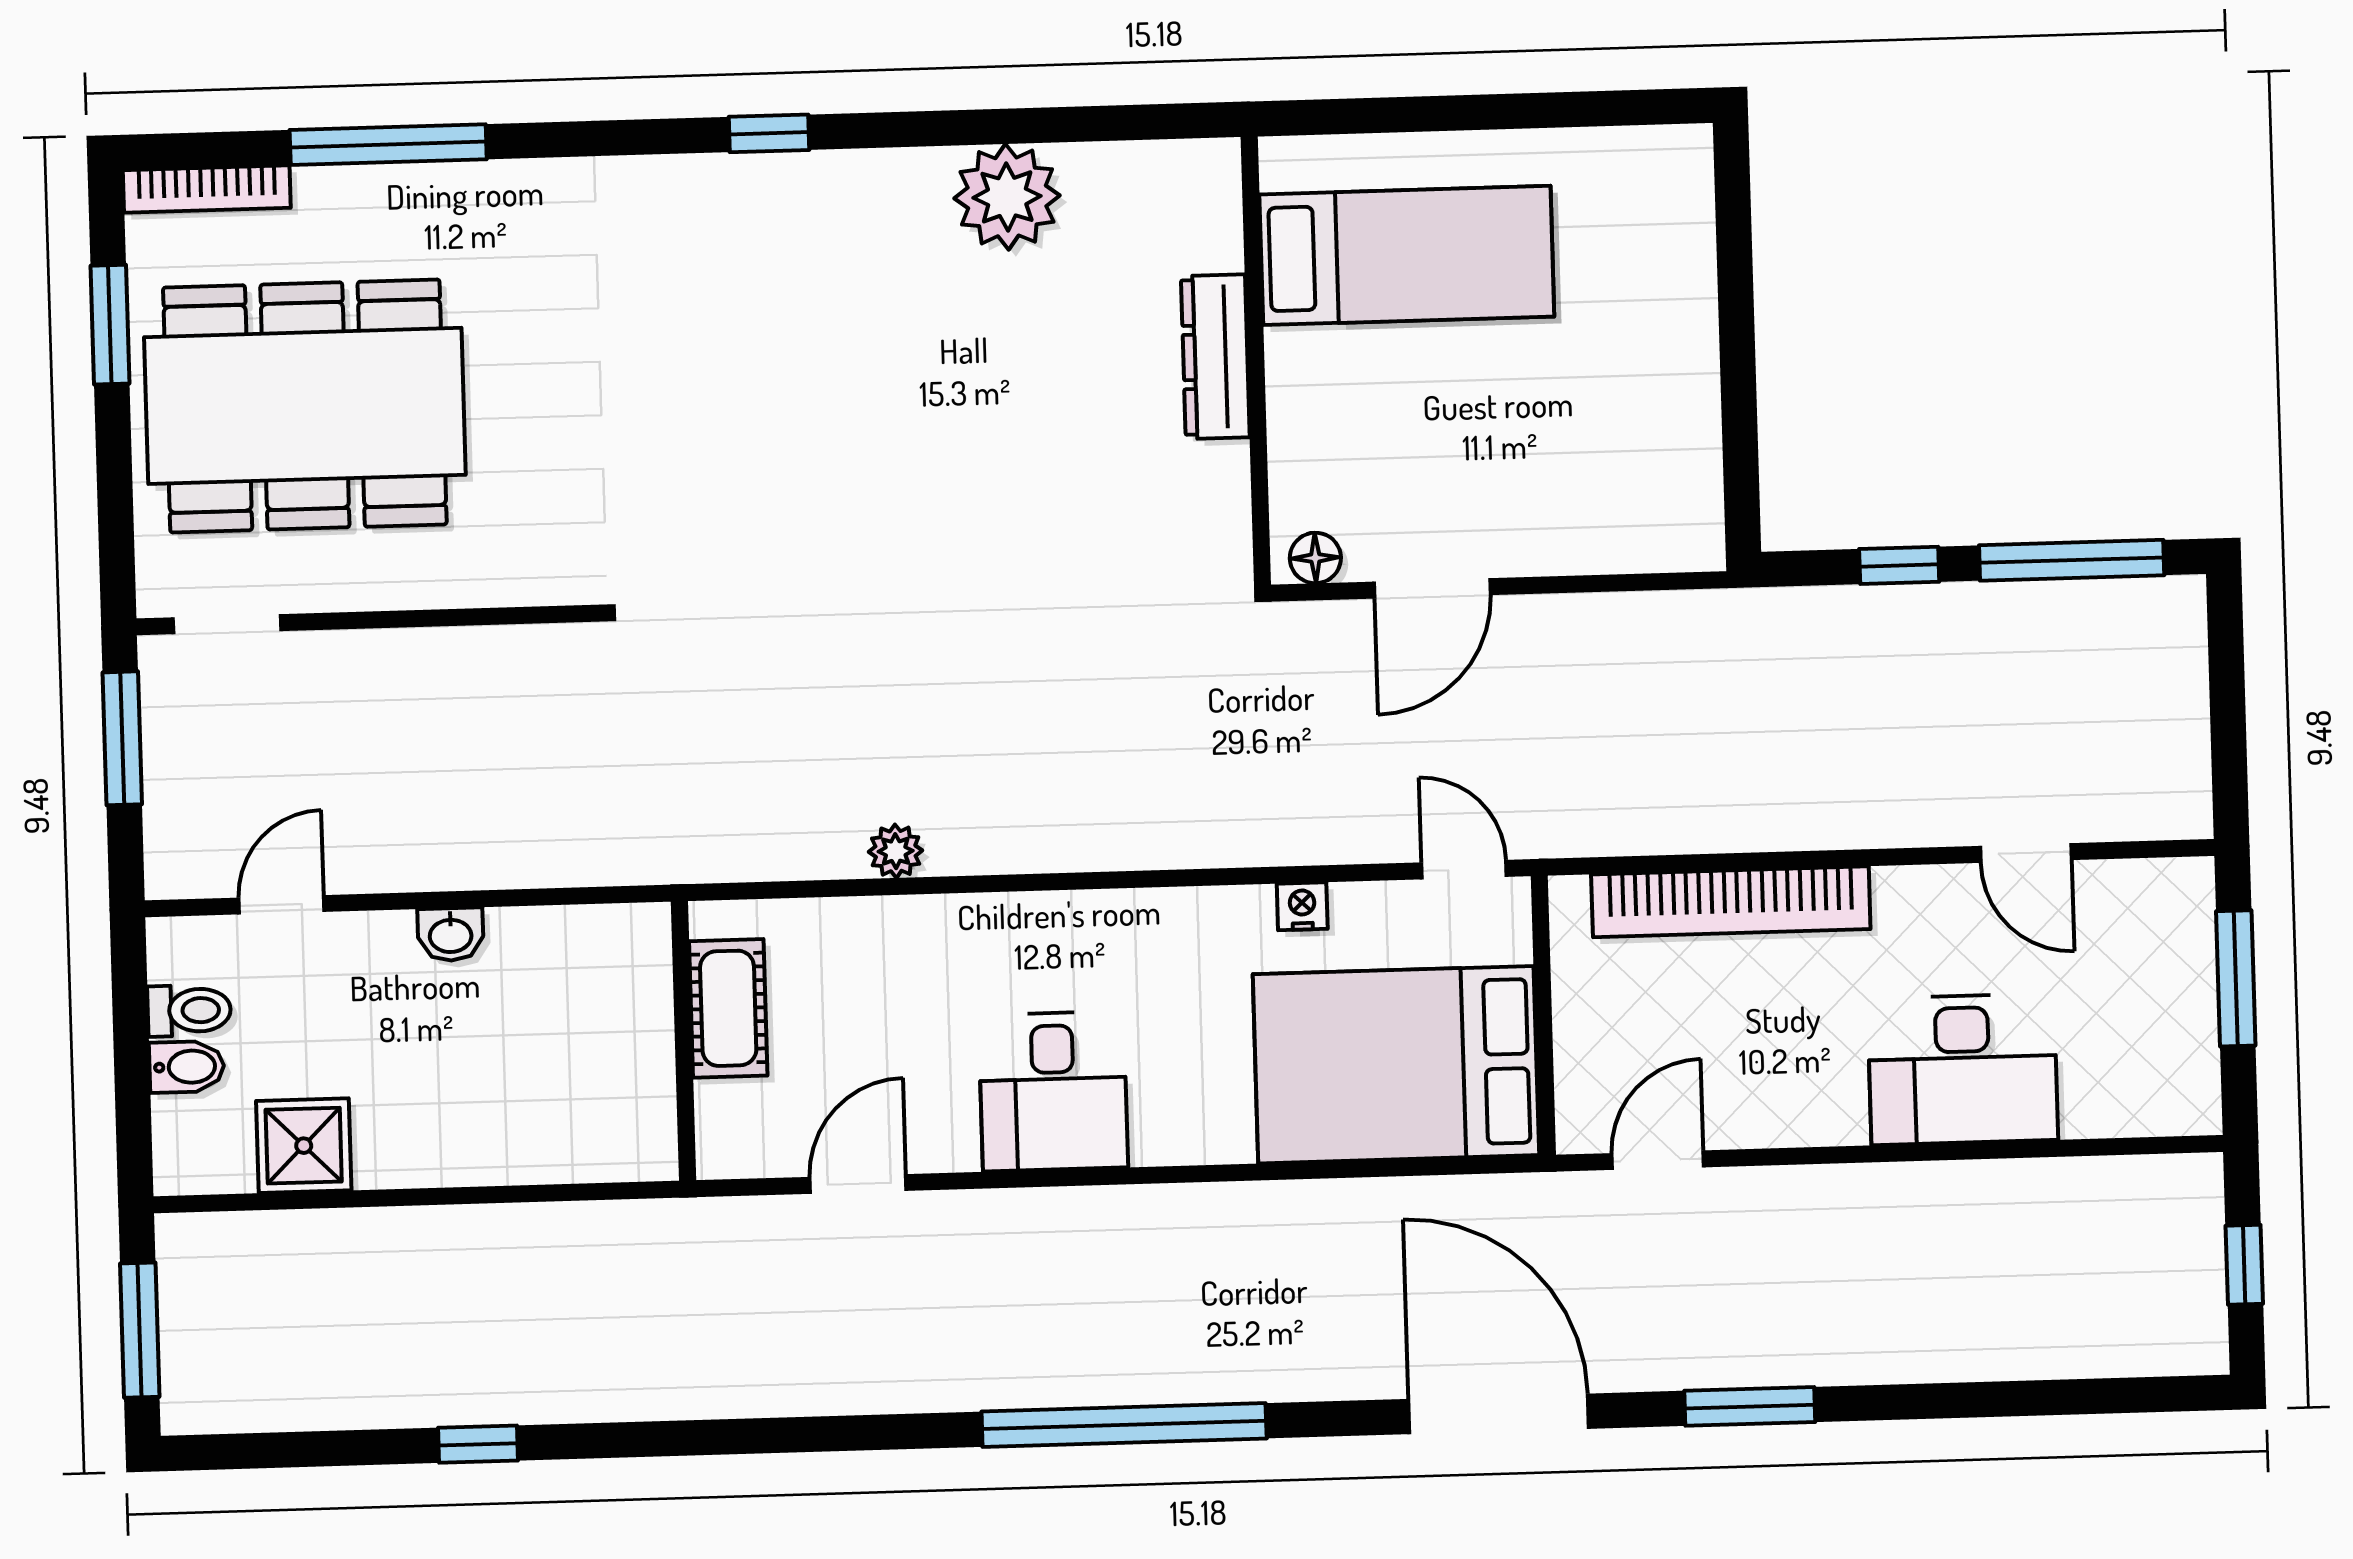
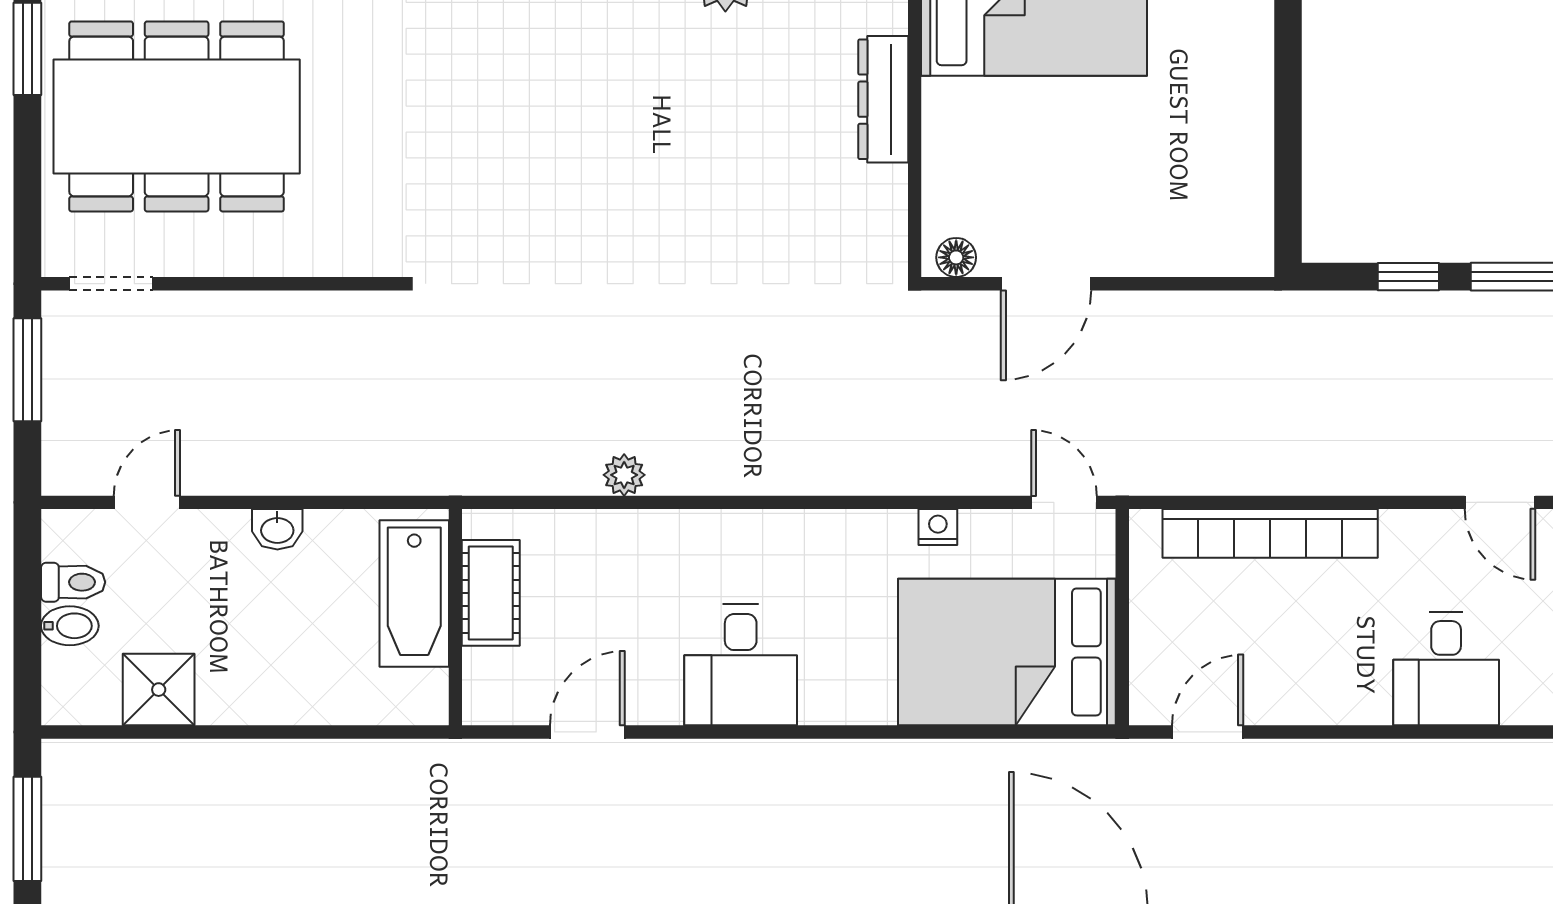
bathtub: (630, 1012) -> (414, 594), added
desk: (1963, 1069) -> (1446, 669), width x0.73

